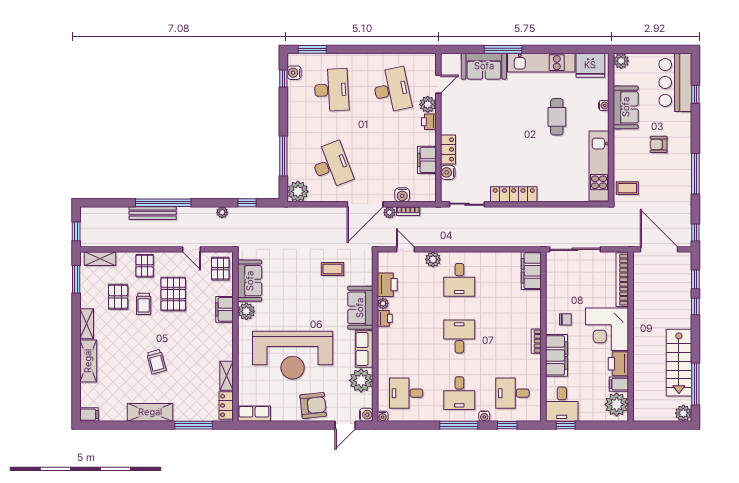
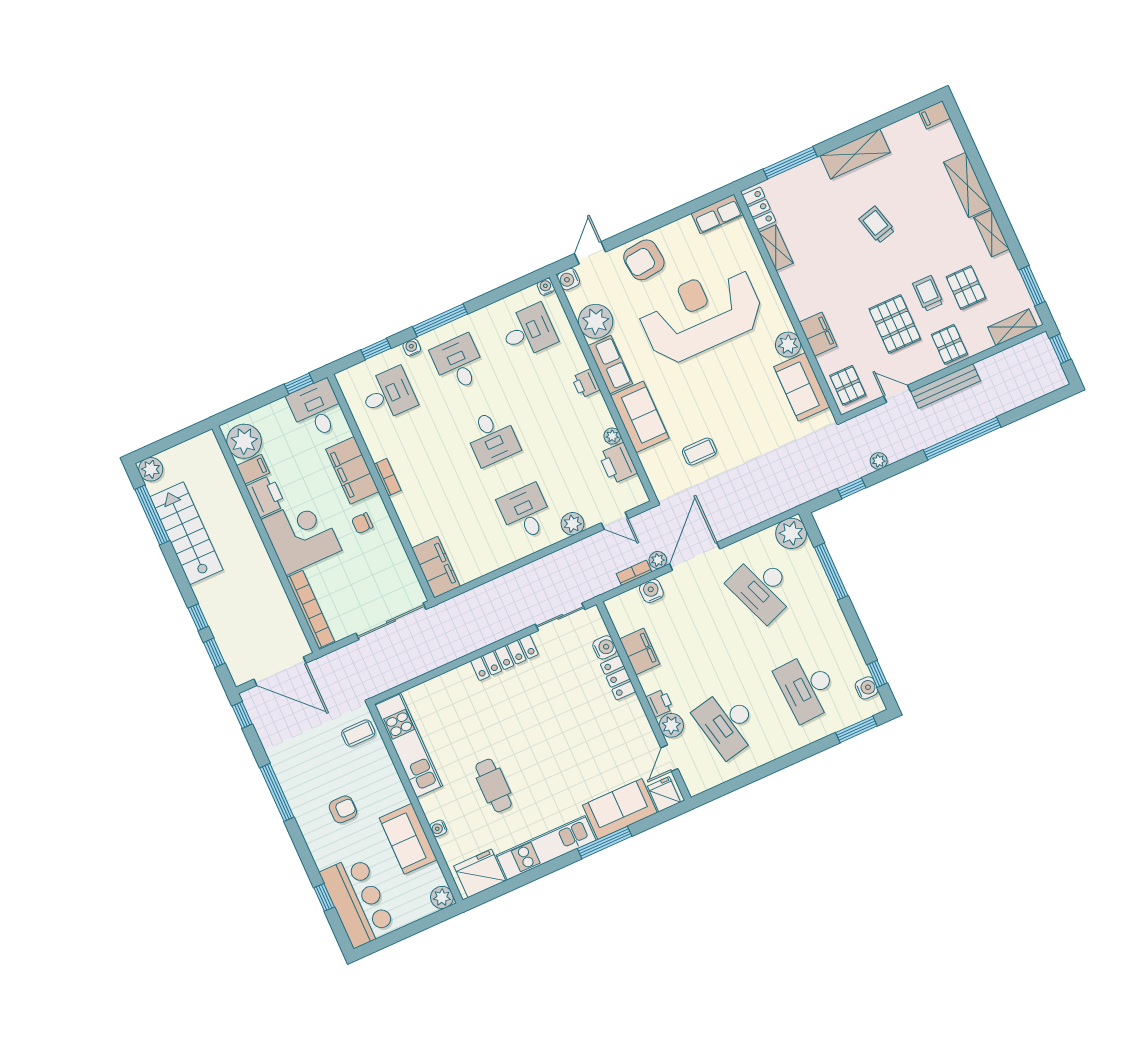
fridge: (452, 63) -> (664, 794), added
bench: (153, 213) -> (946, 386), moved
printer: (385, 318) -> (586, 383), moved

